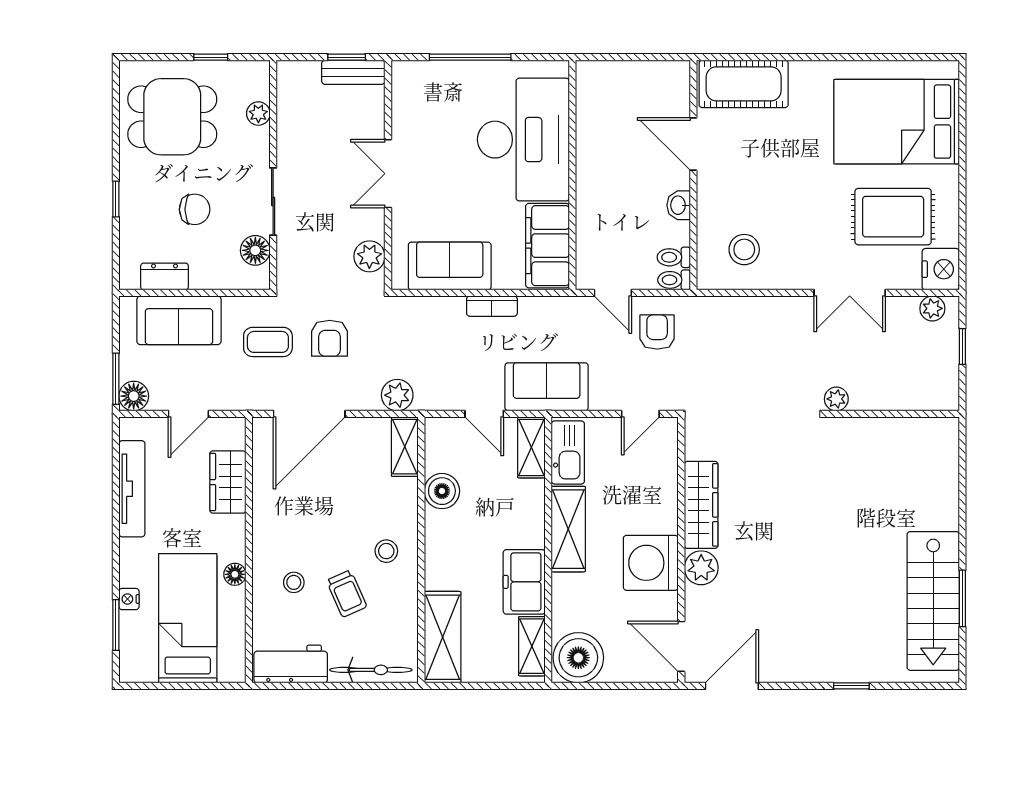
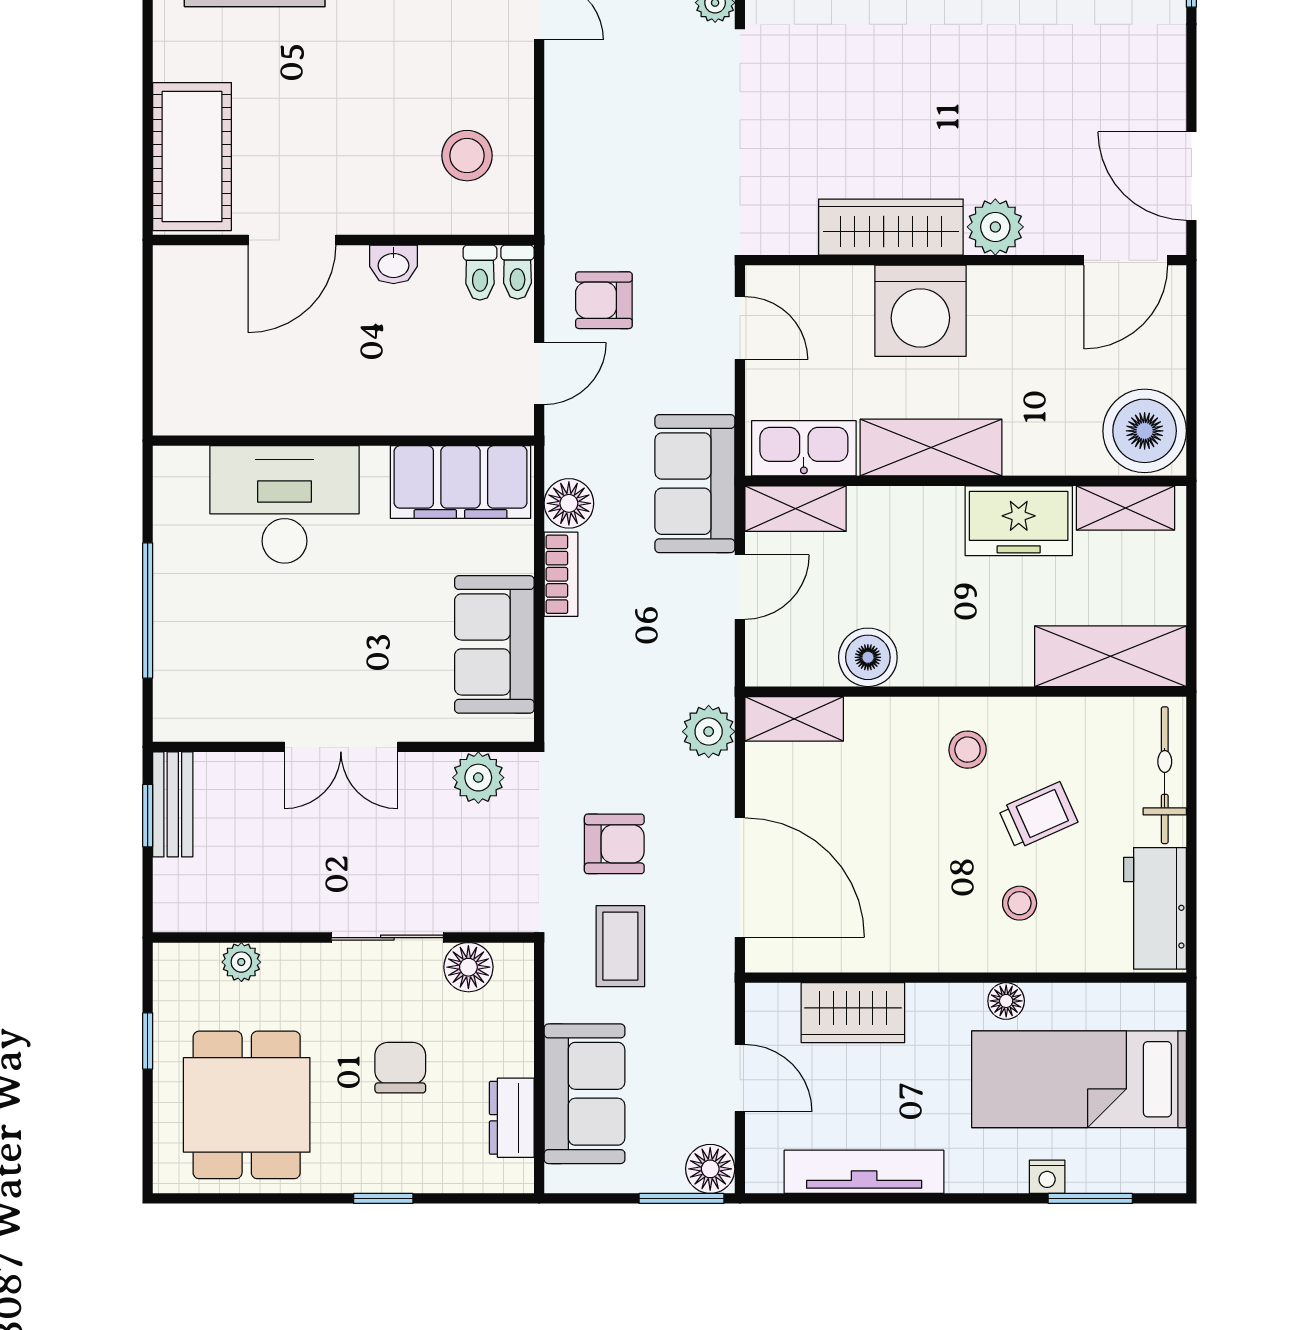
desk: (523, 140) -> (285, 504), width x0.73, depth x0.77
floor lamp: (535, 311) -> (569, 503), added
washing machine: (651, 563) -> (920, 311), moved

